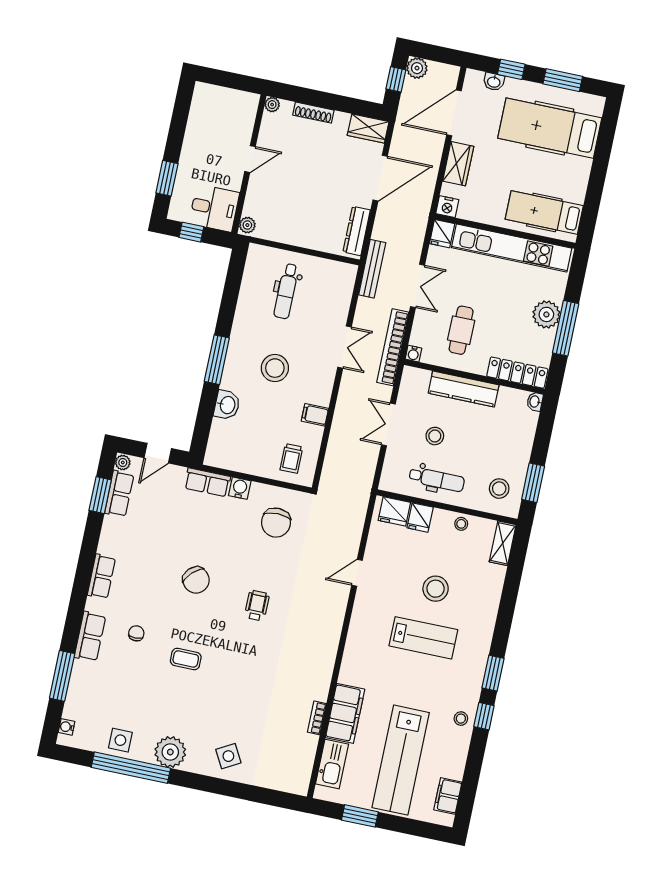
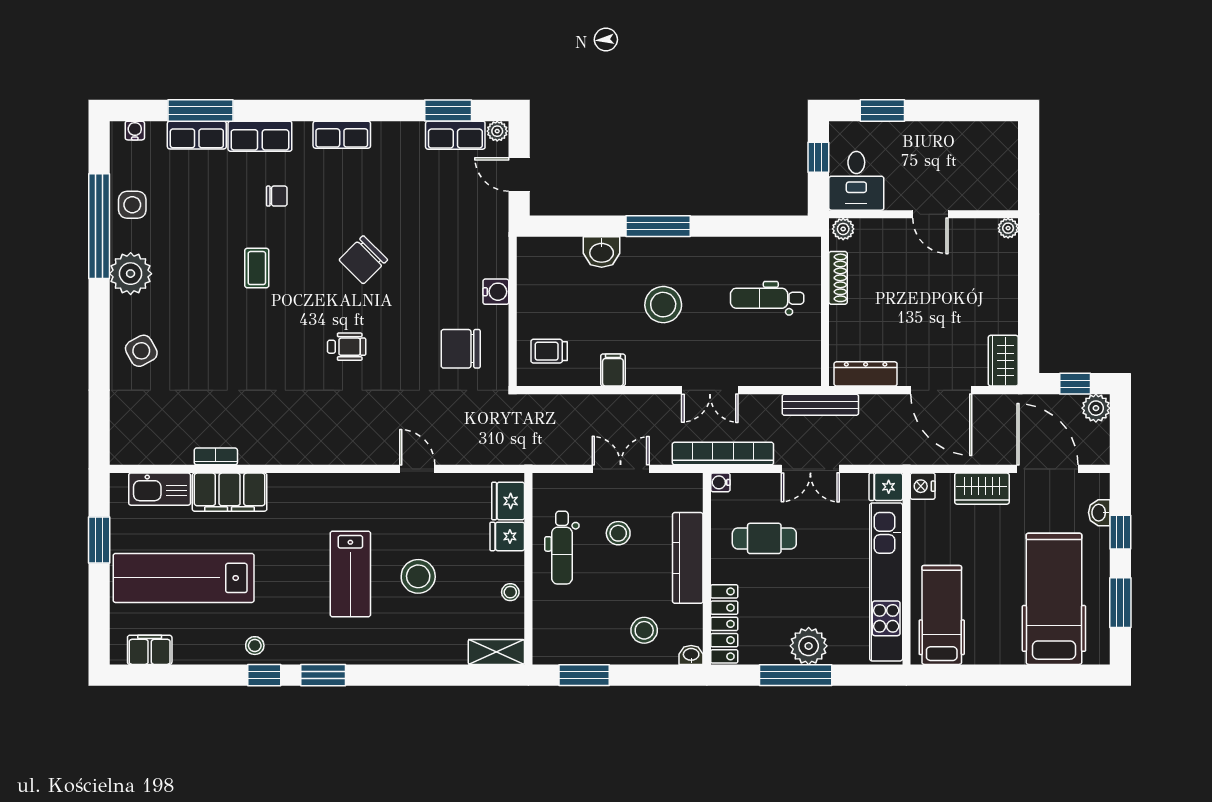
shoe rack: (313, 113) -> (838, 278), moved, turned 180
row of seats: (207, 482) -> (197, 135), moved, turned -90
stool: (499, 489) -> (644, 630), moved

